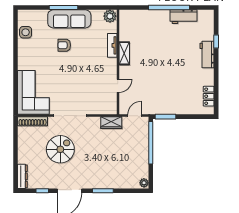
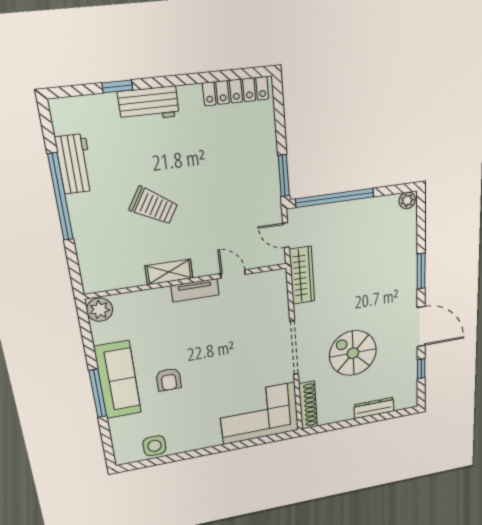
tv unit: (112, 45) -> (195, 290), moved
trolley: (159, 50) -> (154, 206), added
locker: (209, 96) -> (236, 91), width x1.53
wardrobe: (111, 123) -> (302, 275), width x1.50
dresser: (22, 176) -> (374, 408), moved

